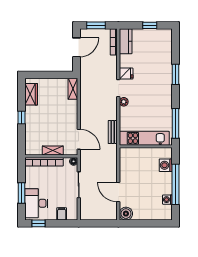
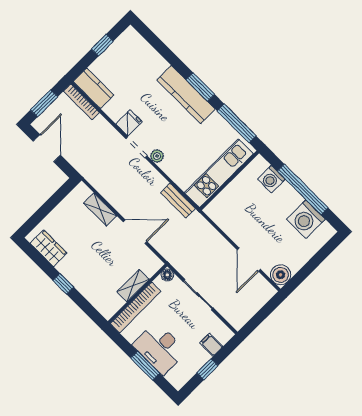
window: (176, 74) -> (200, 87), moved
kitchen counter: (165, 87) -> (186, 95), added
shelving: (73, 89) -> (100, 209), moved
door: (79, 139) -> (135, 232), moved
door: (118, 192) -> (249, 260), hinge flipped
washing machine: (167, 200) -> (306, 219), width x1.89, depth x1.89
desk: (36, 203) -> (160, 348), moved
window: (39, 223) -> (207, 369), moved

